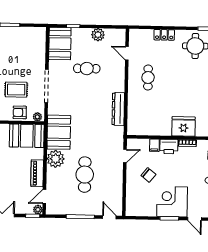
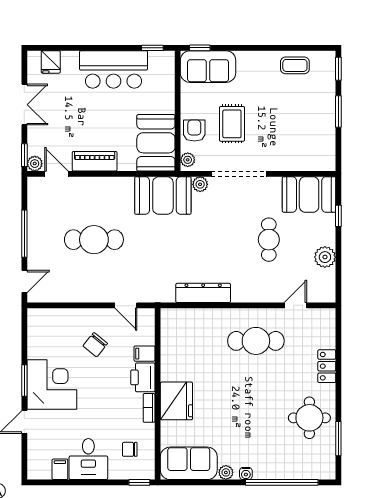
cafe table: (148, 78) -> (256, 341), width x1.37, depth x1.35
plant: (56, 159) -> (200, 184), moved, width x0.53, depth x0.53

